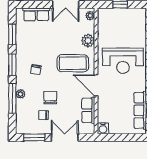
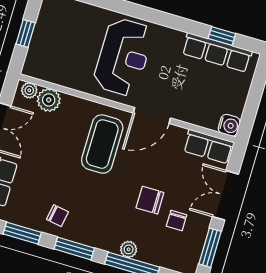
plant: (88, 41) -> (49, 100), moved
chair: (36, 70) -> (57, 216), moved
row of seats: (88, 110) -> (209, 147), moved

